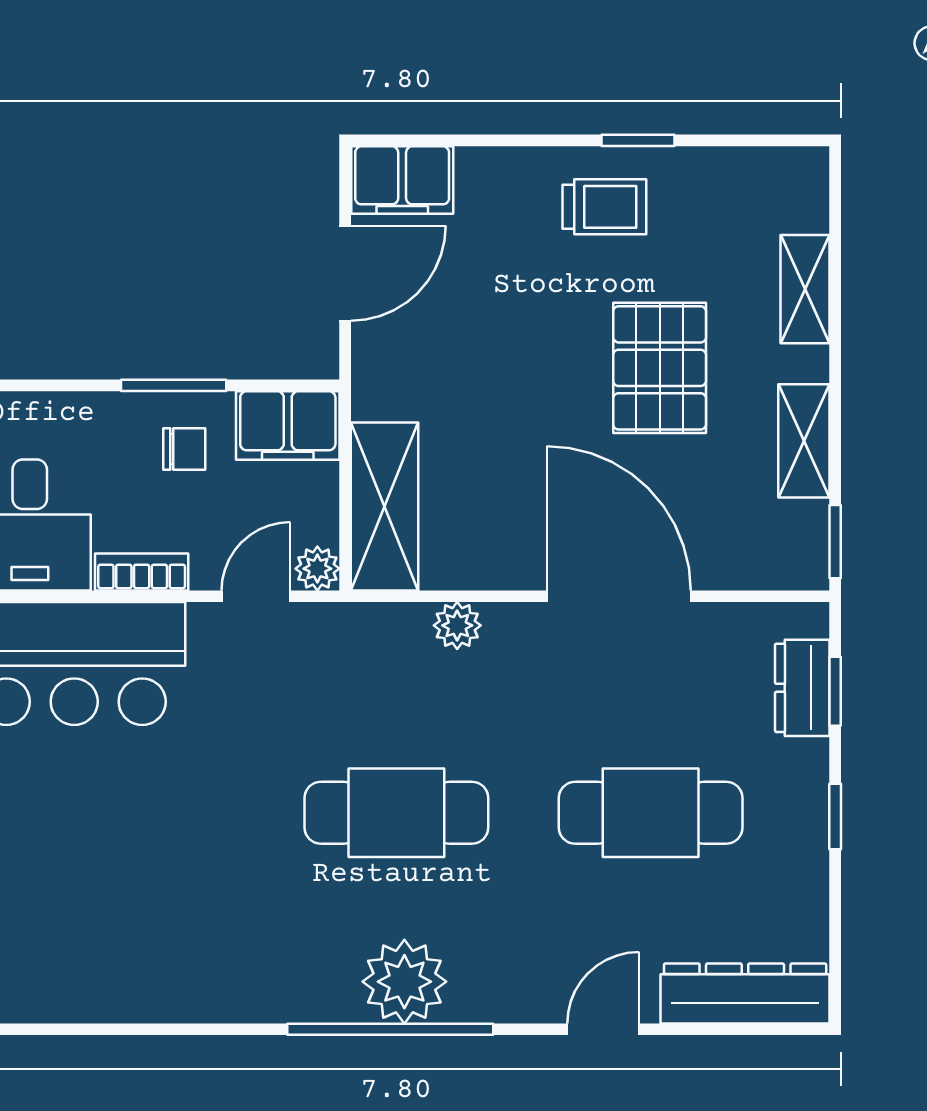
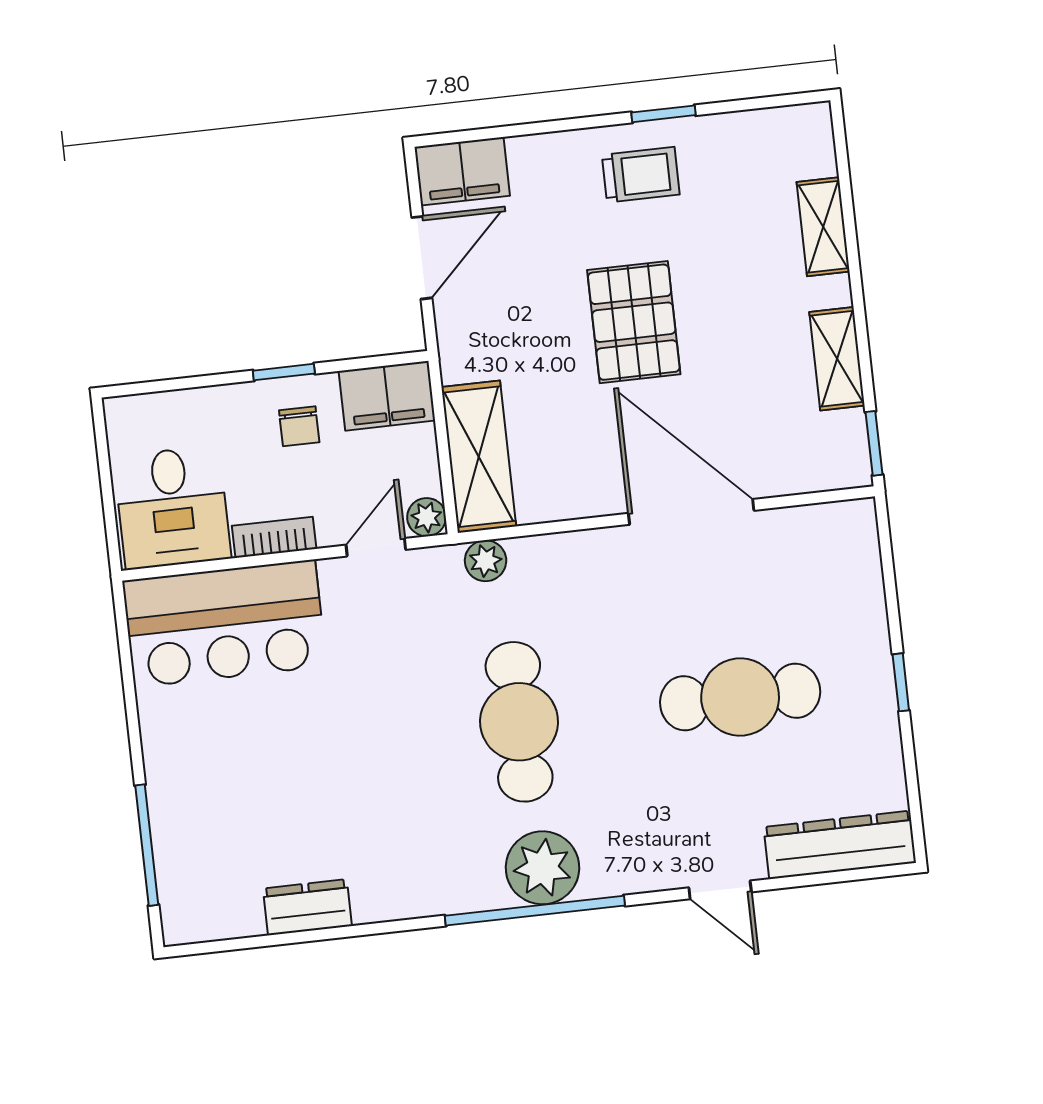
pallet: (660, 368) -> (634, 322), moved
window: (174, 385) -> (284, 372), width x0.67
chair: (184, 449) -> (299, 426), turned 90
plant: (457, 625) -> (486, 561), moved
dresser: (802, 688) -> (307, 907), moved, turned 90
window: (835, 691) -> (889, 573), removed
cafe table: (396, 813) -> (519, 722), turned 90
door: (603, 1029) -> (720, 890), swing flipped

